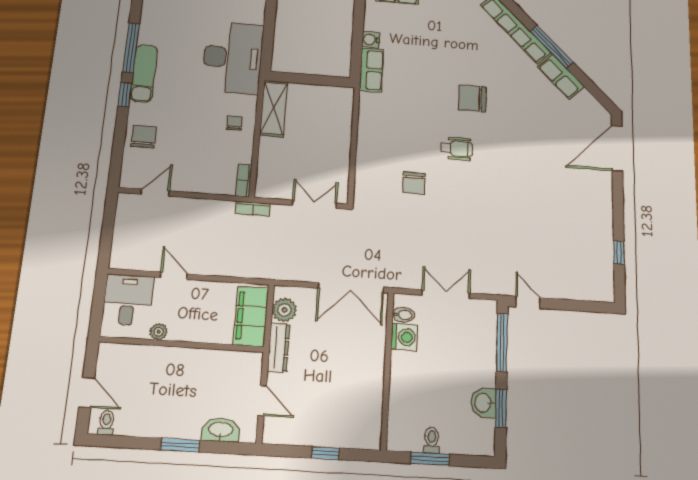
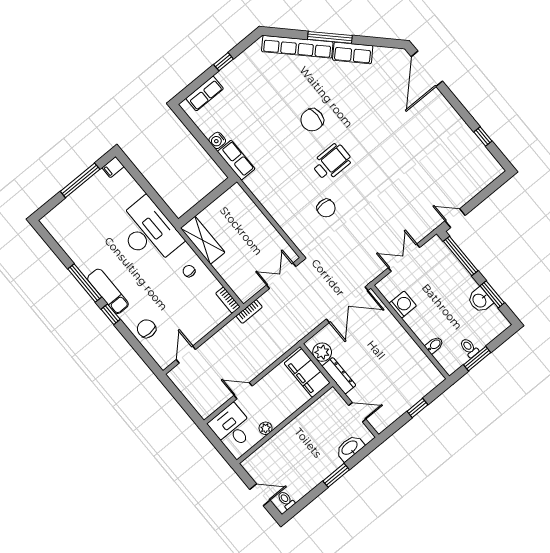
wheelchair: (457, 149) -> (332, 162), width x1.36, depth x1.37
bidet: (403, 315) -> (434, 345), moved

